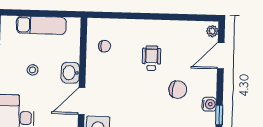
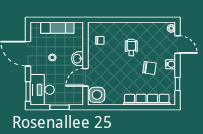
door: (221, 56) -> (177, 44), swing flipped
water cooler: (209, 104) -> (171, 64), moved

